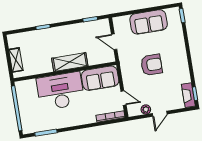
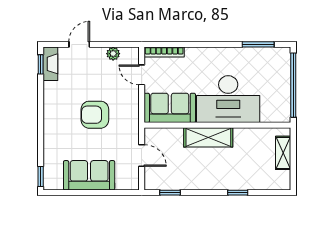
door: (160, 114) -> (79, 44), moved

